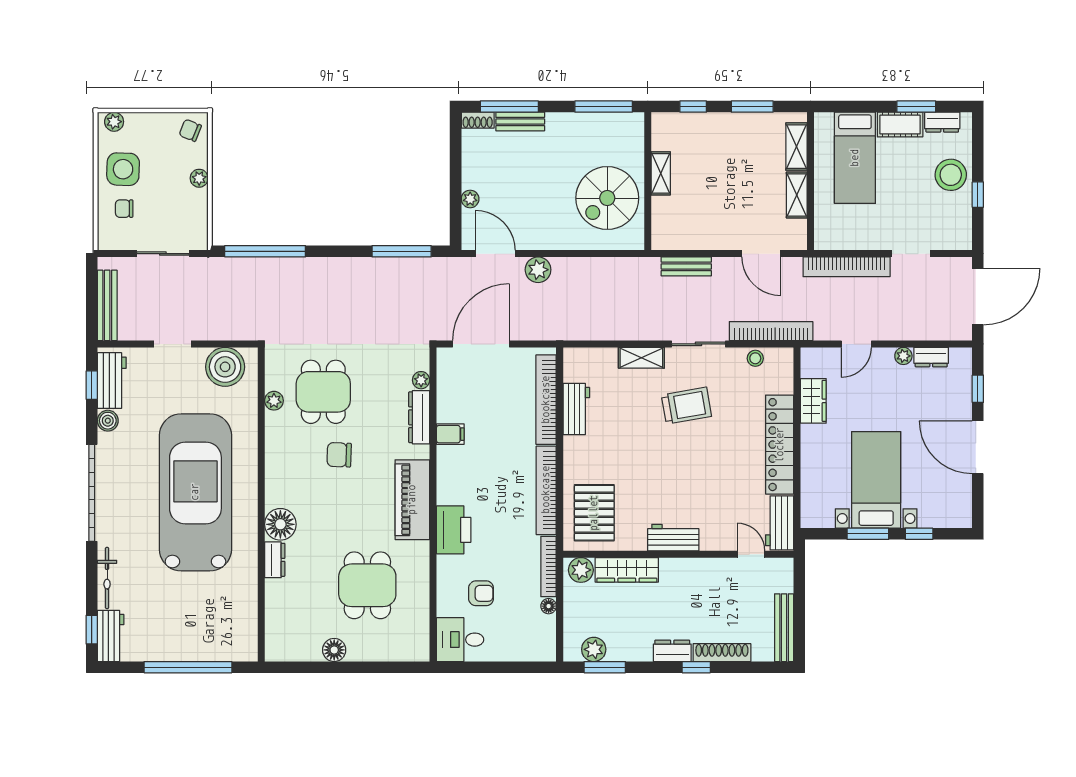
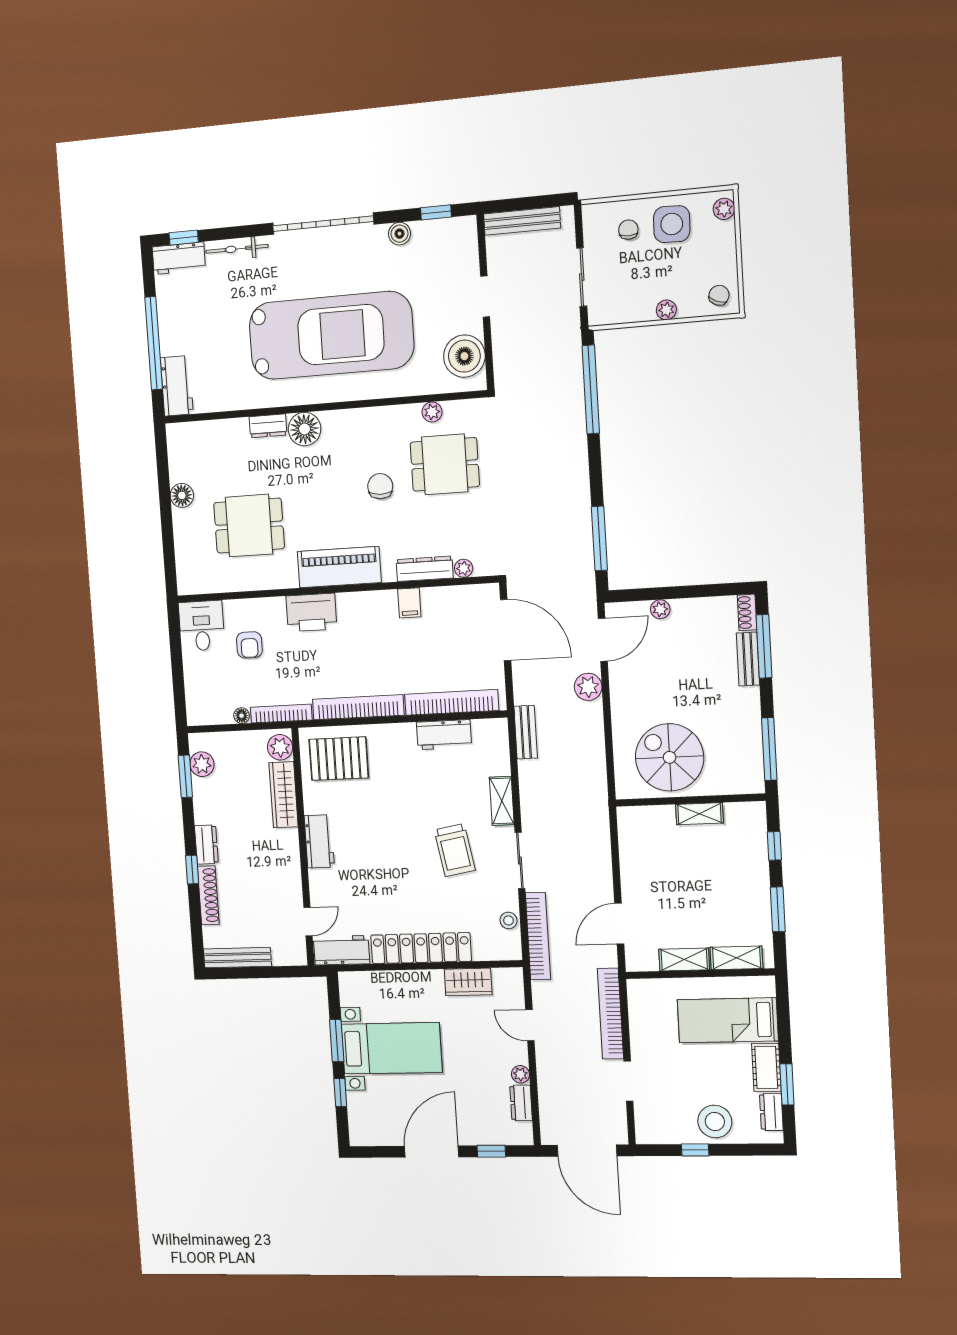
bench: (686, 266) -> (526, 732), moved
workbench: (112, 381) -> (177, 386), moved, turned -90

